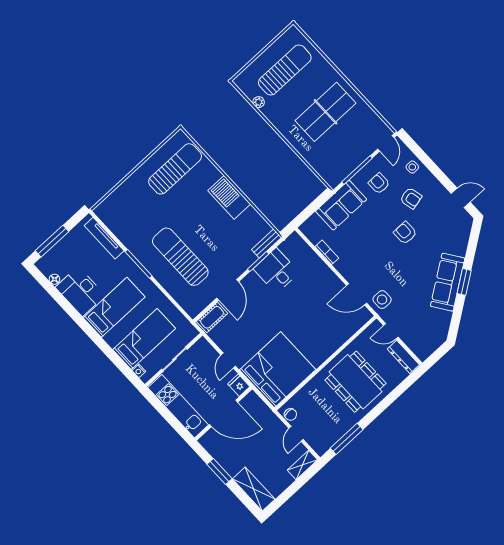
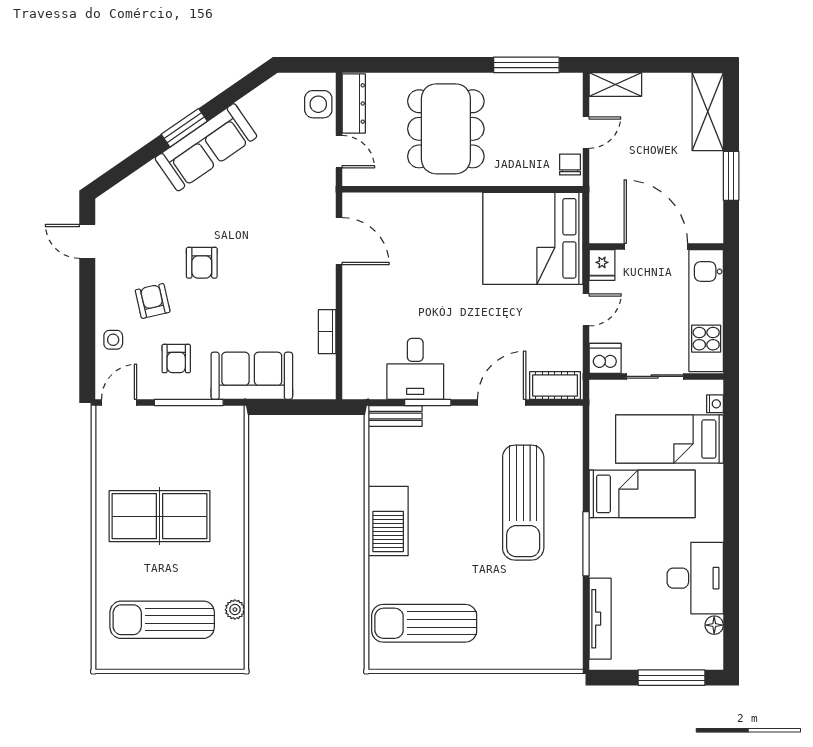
side table: (382, 300) -> (318, 104), moved
bed: (114, 307) -> (642, 494), moved, turned 180
dishwasher: (202, 348) -> (605, 358), added

